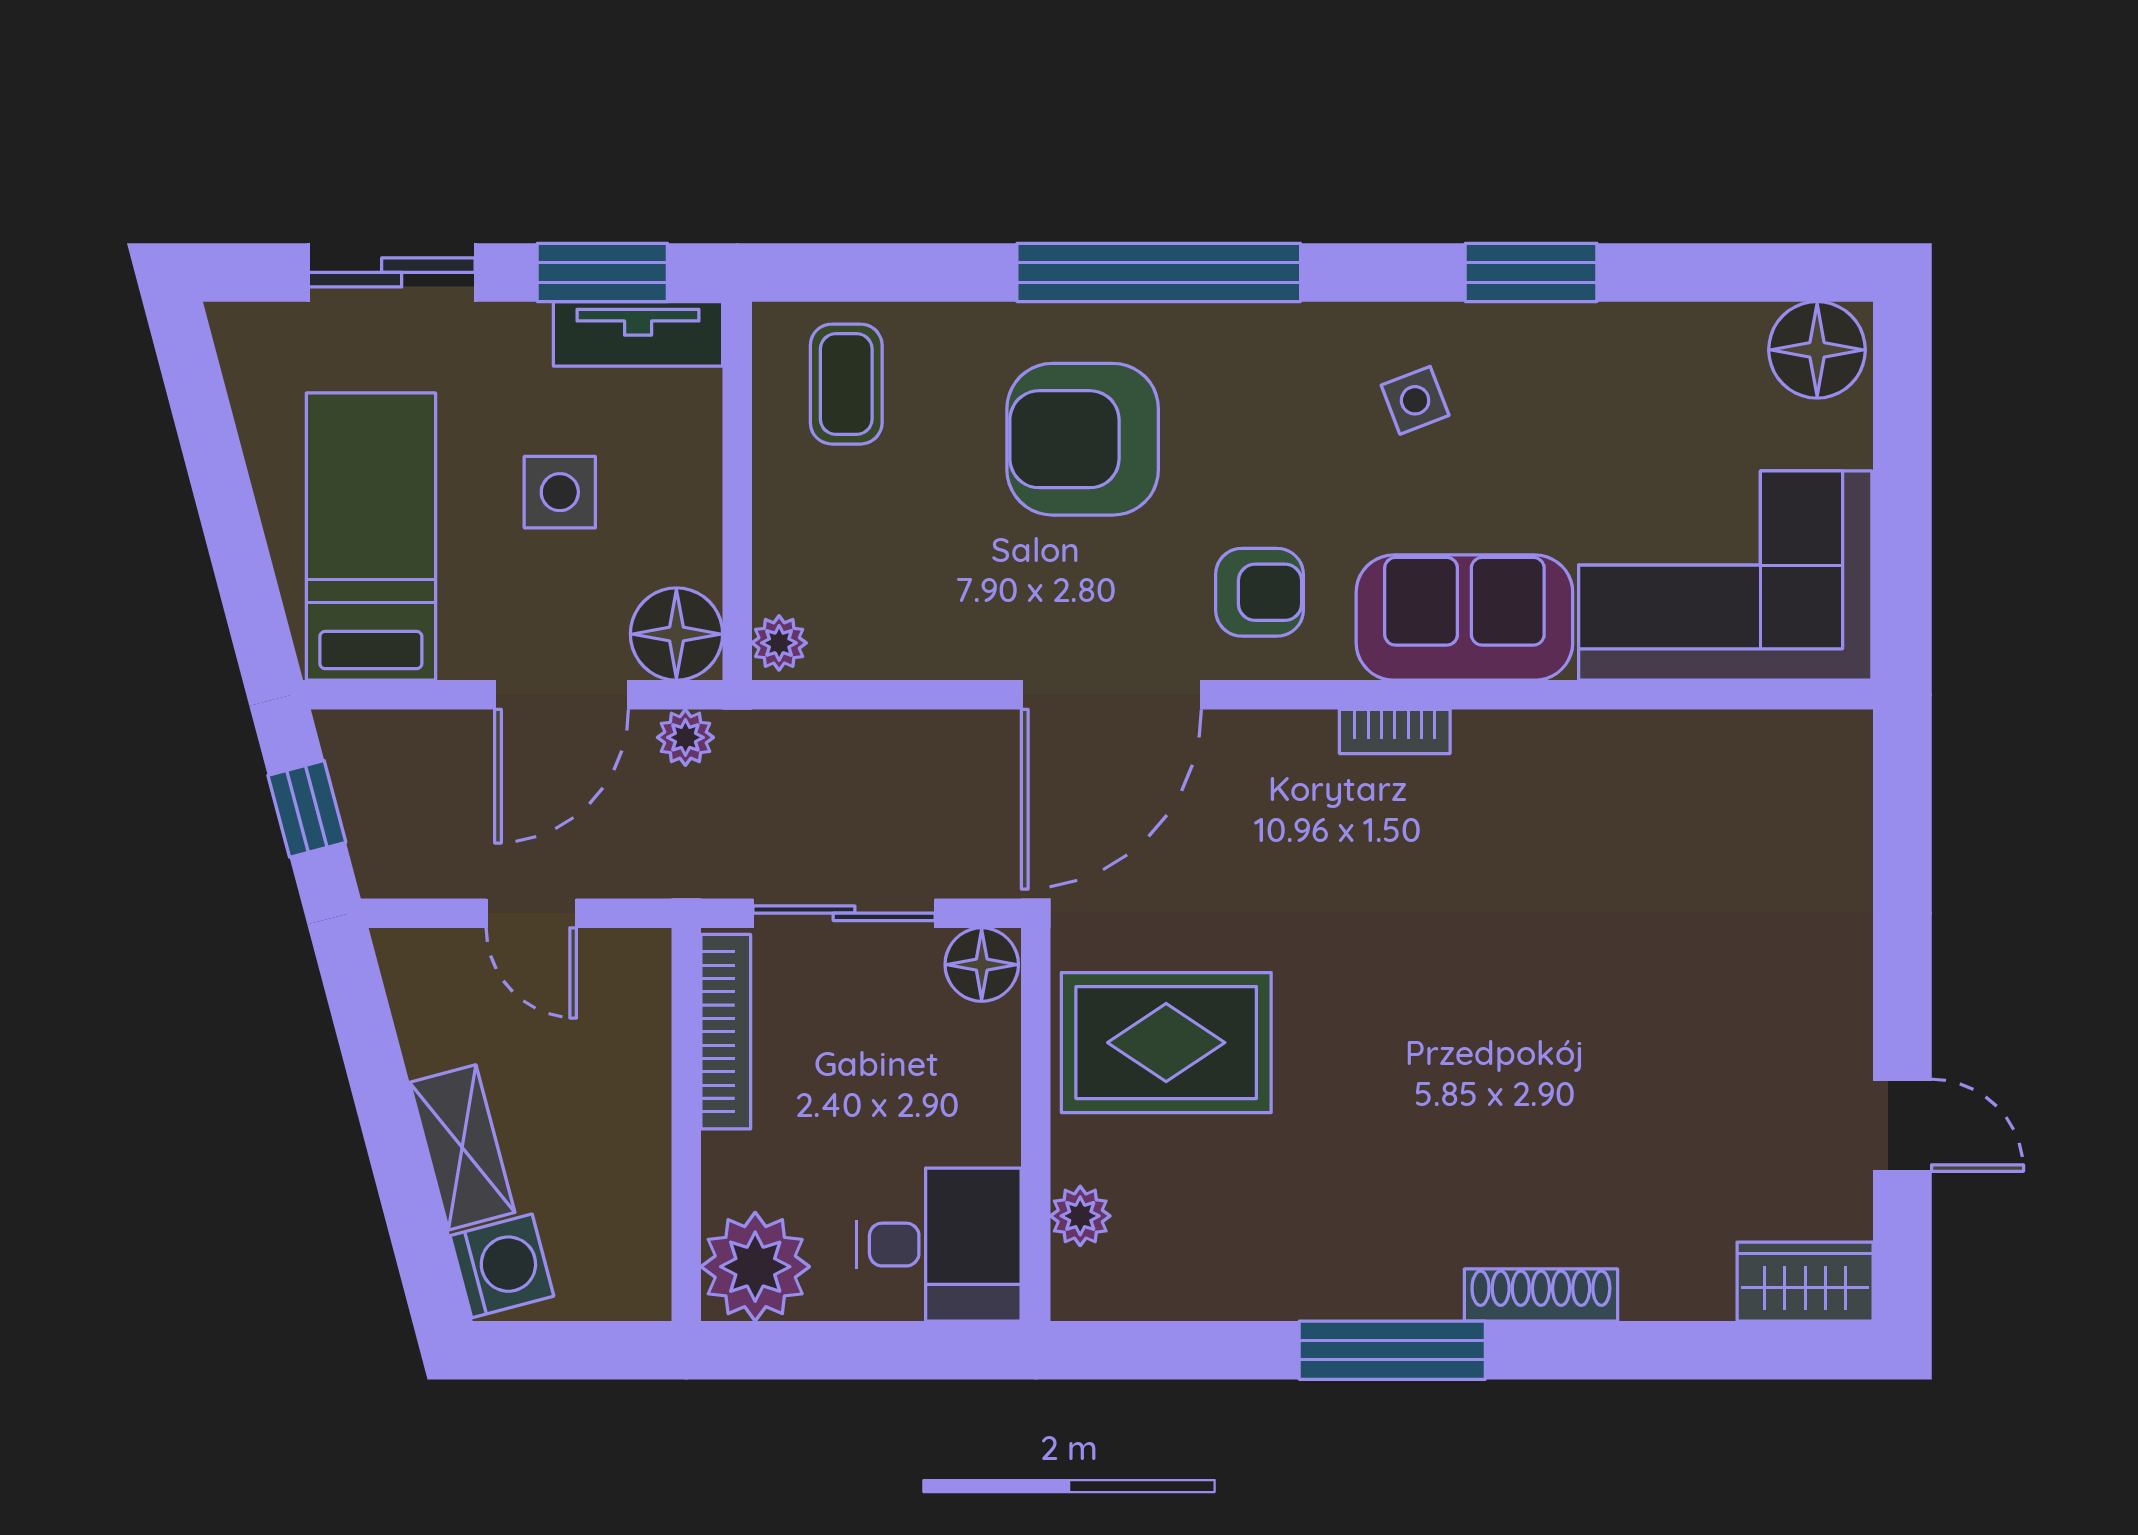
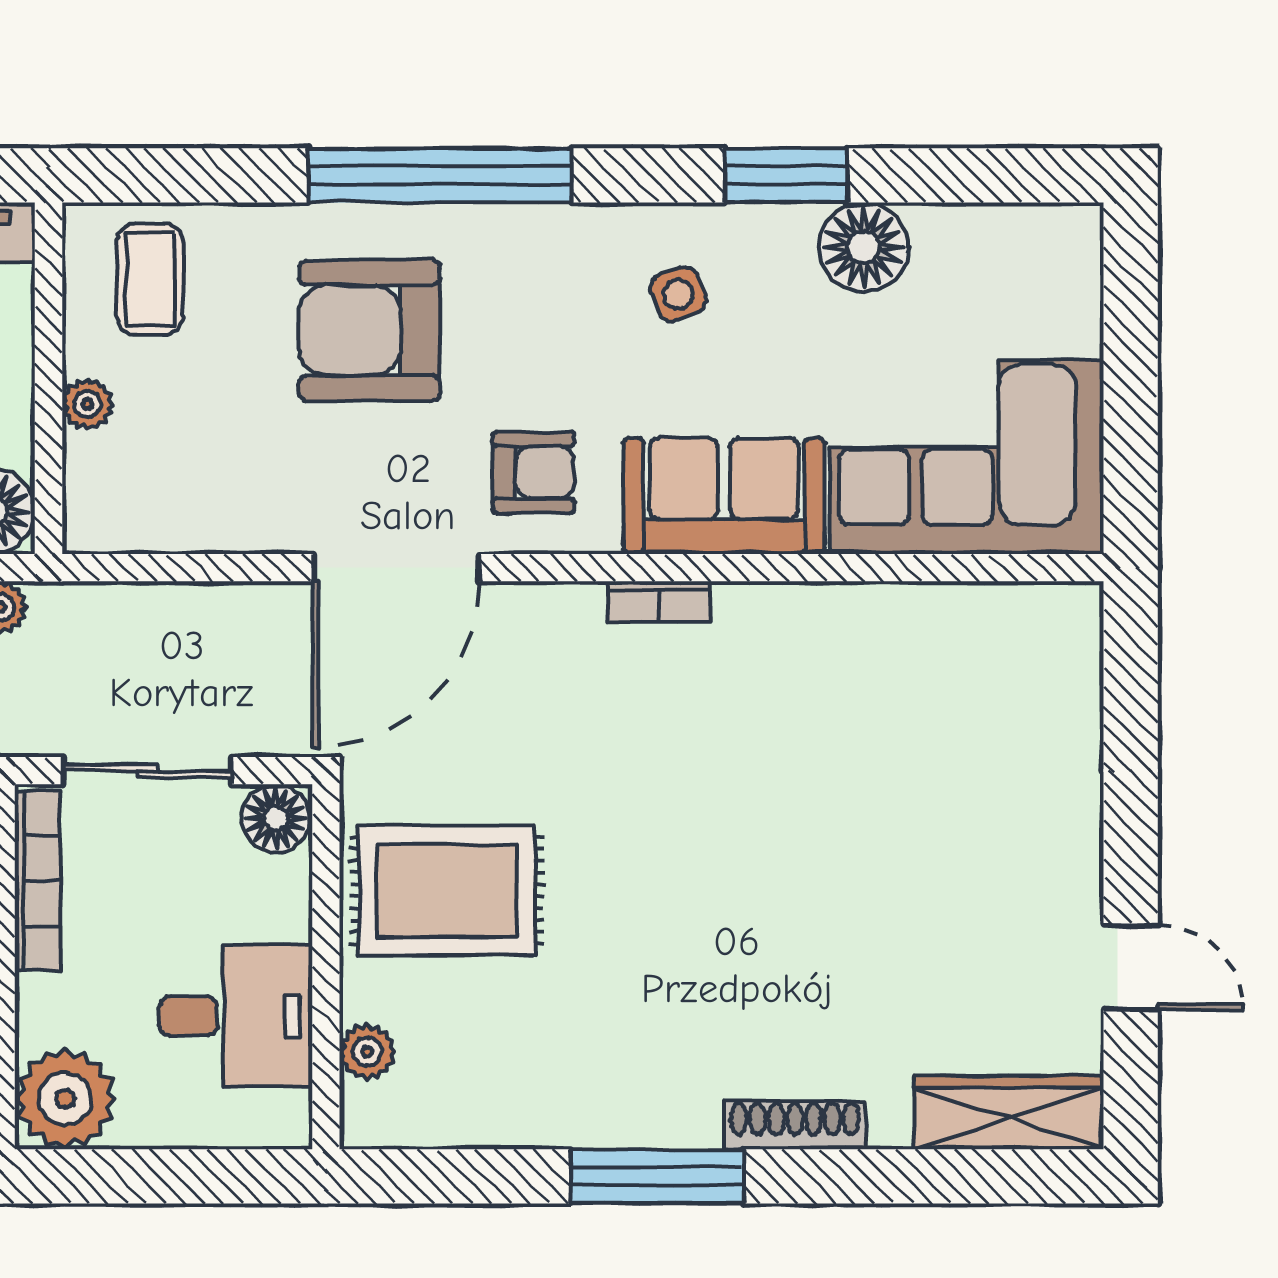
floor lamp: (1817, 350) -> (864, 247), moved
plant: (779, 643) -> (87, 404), moved
desk: (939, 1245) -> (236, 1016), moved
wardrobe: (1805, 1282) -> (1009, 1113), width x1.50

